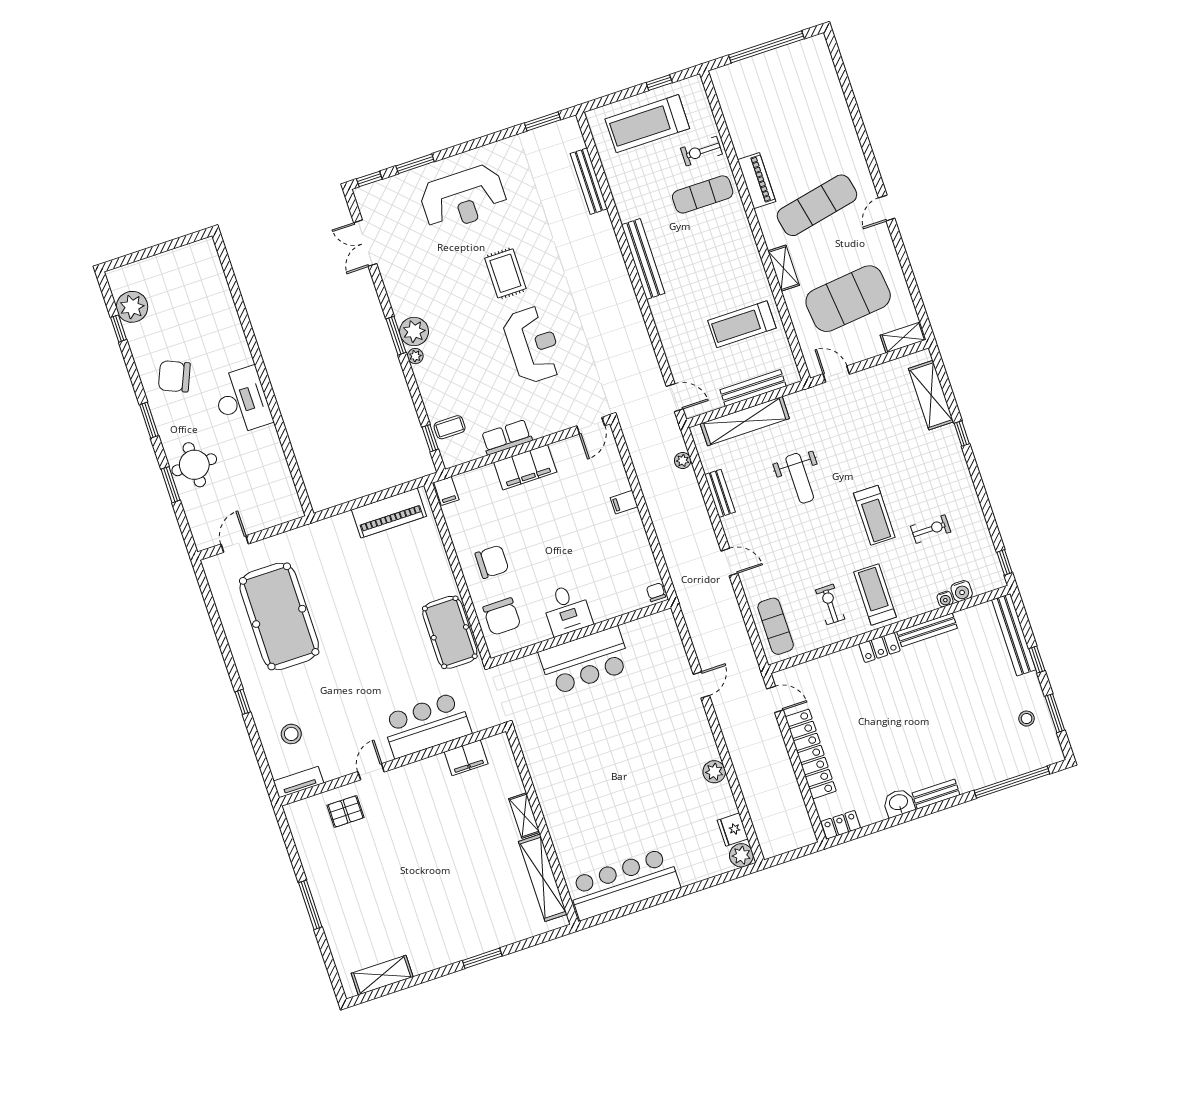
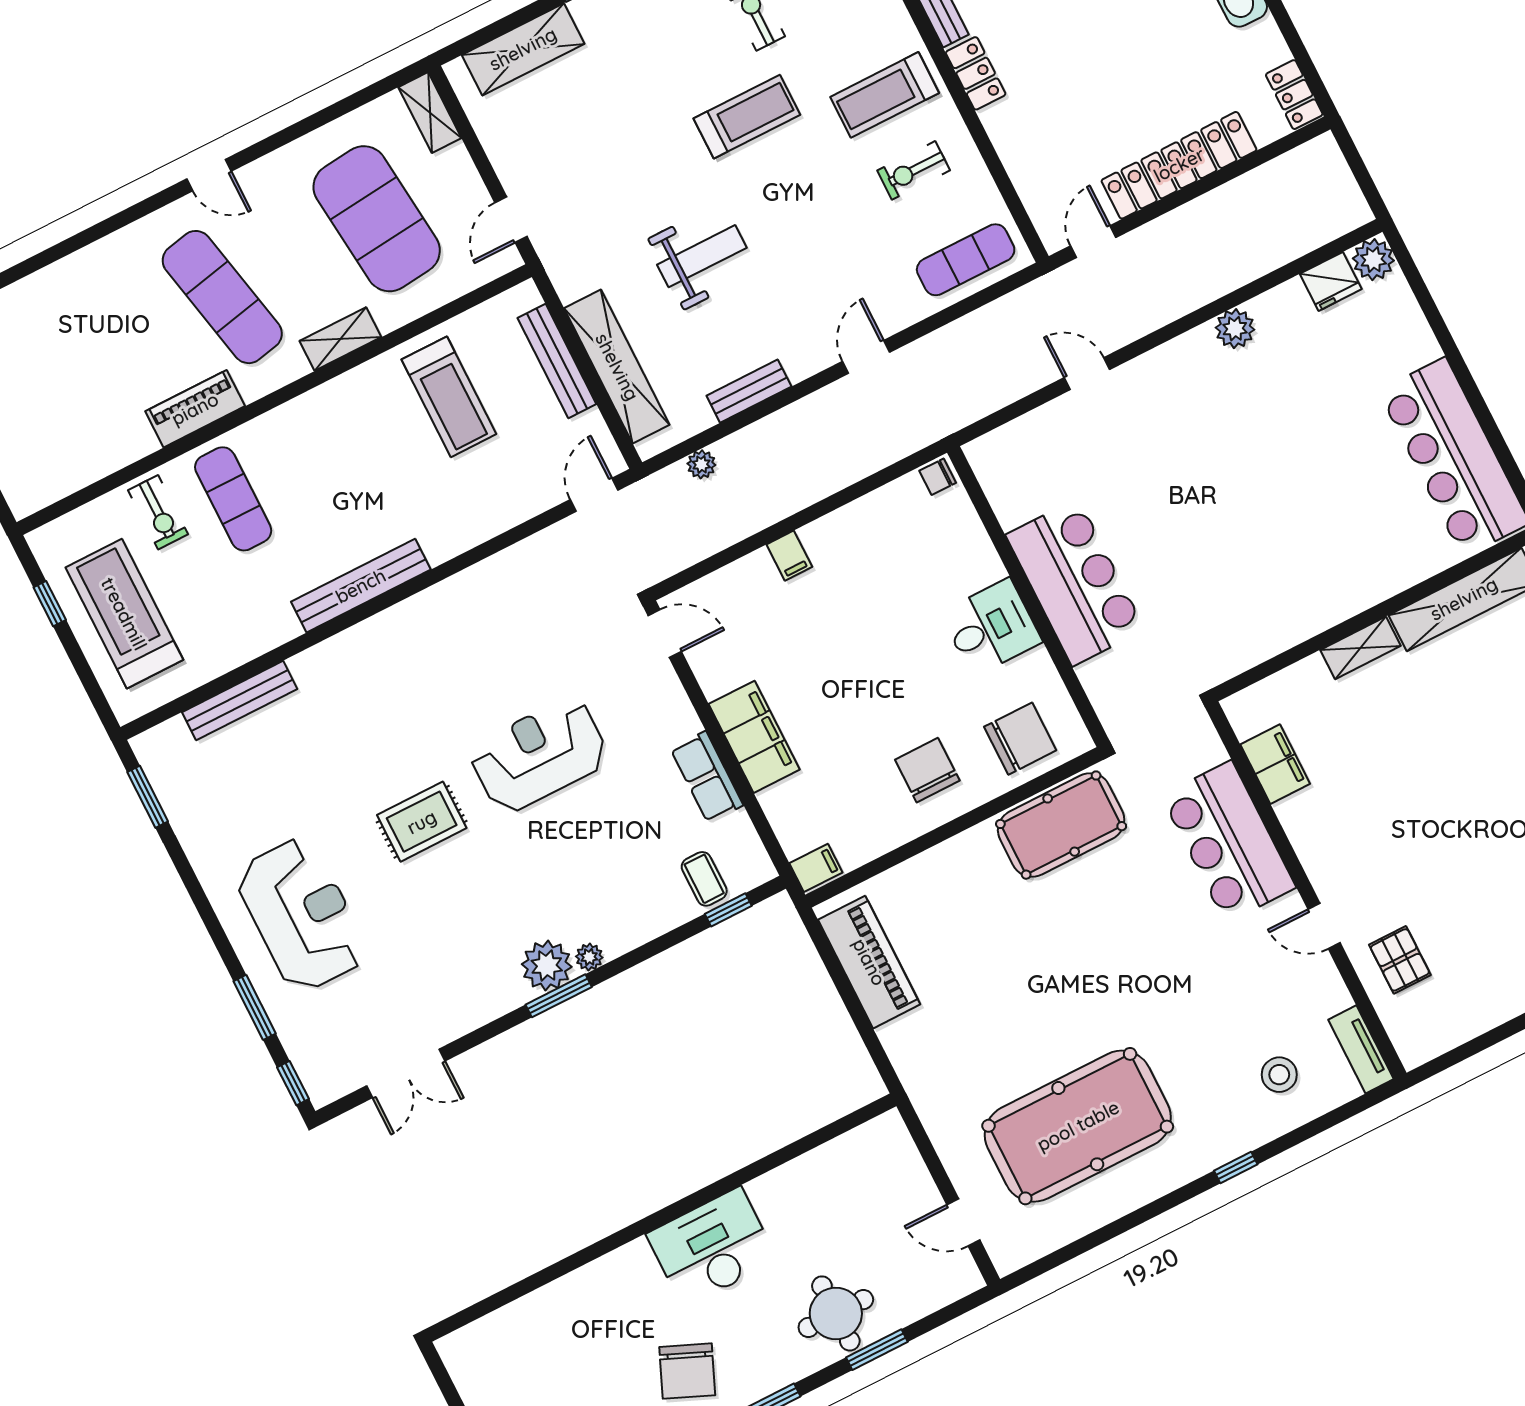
treadmill: (647, 124) -> (124, 614), turned 180

